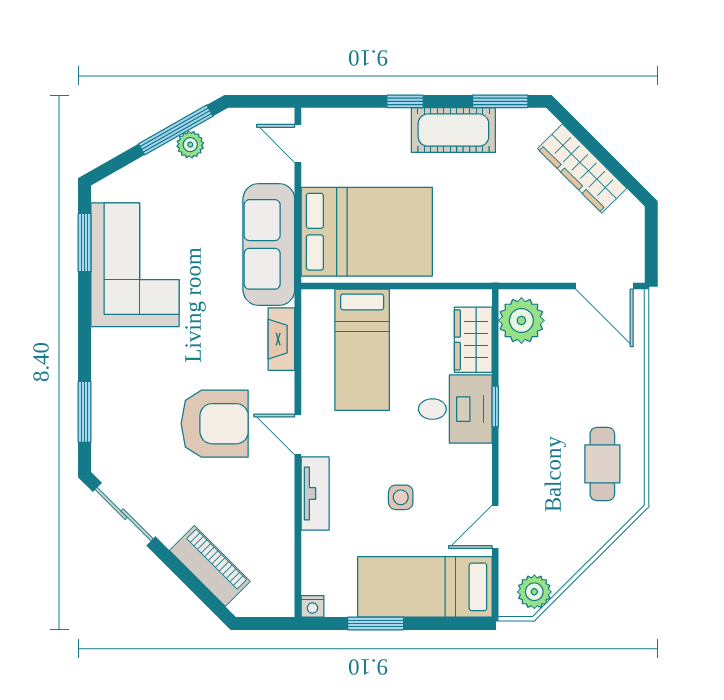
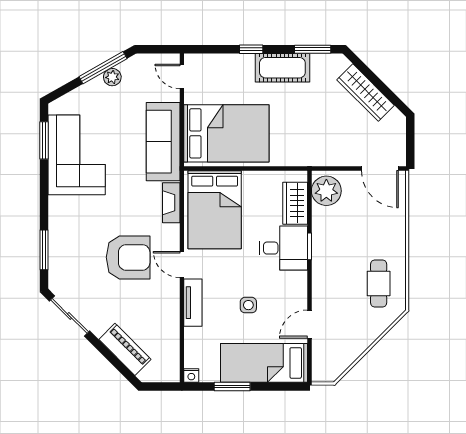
bed: (362, 350) -> (215, 210), width x1.50
plant: (534, 592) -> (335, 366), removed

